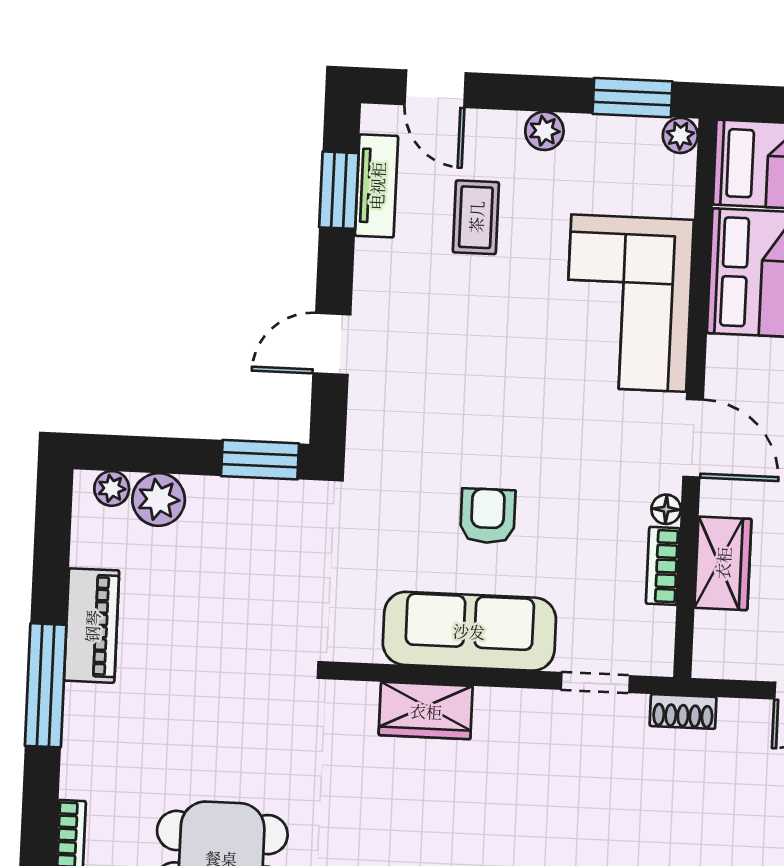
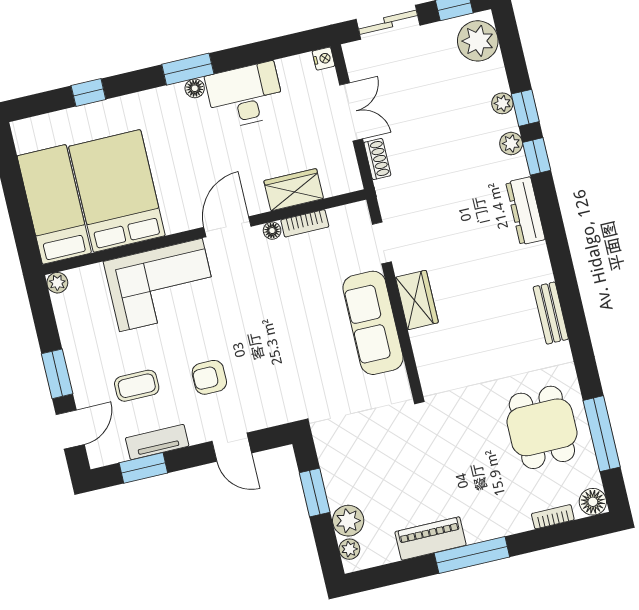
window: (632, 98) -> (57, 374), moved
plant: (544, 131) -> (77, 361), removed
tv unit: (377, 186) -> (157, 442), moved
window: (260, 460) -> (315, 492), moved
armchair: (488, 516) -> (209, 377), moved
wardrobe: (426, 711) -> (417, 300), moved
shoe rack: (683, 711) -> (377, 159), moved

